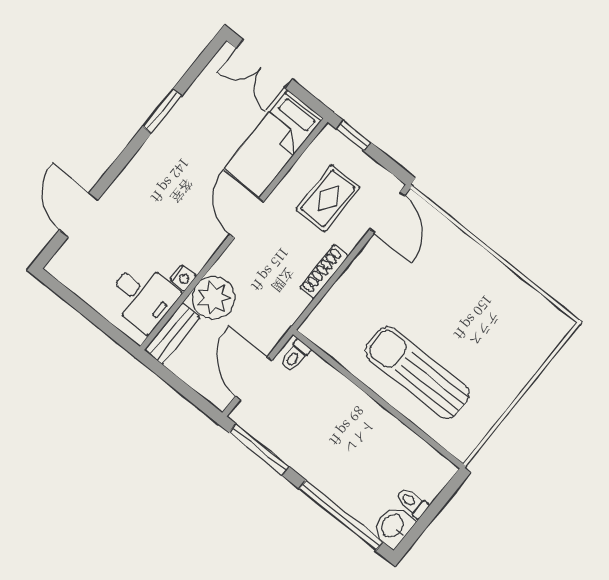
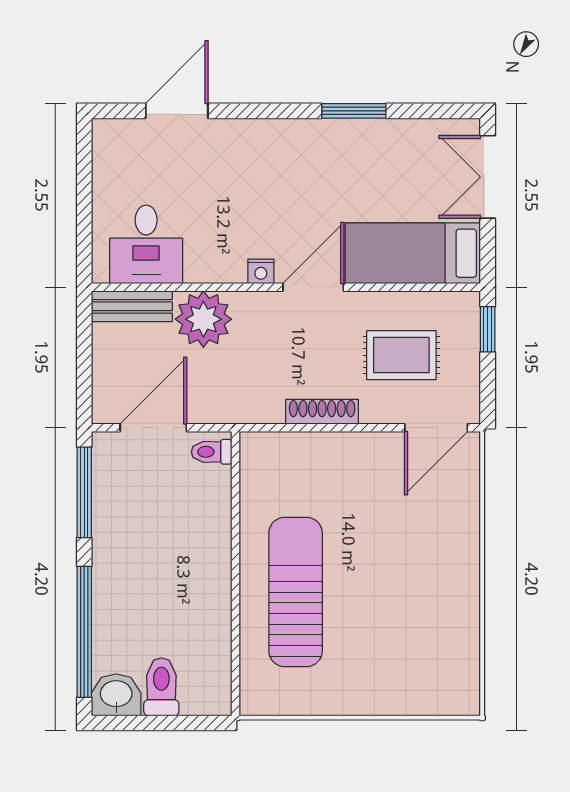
nightstand: (183, 278) -> (261, 271), moved
toilet: (412, 503) -> (161, 687), width x1.37, depth x1.39

